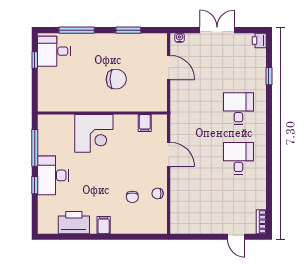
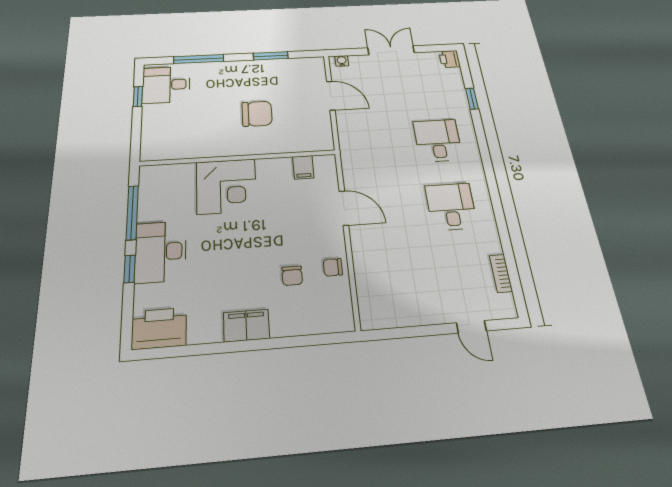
bookcase: (261, 222) -> (501, 273), moved
printer: (74, 223) -> (159, 328), moved
filing cabinet: (104, 225) -> (246, 326), width x2.00

